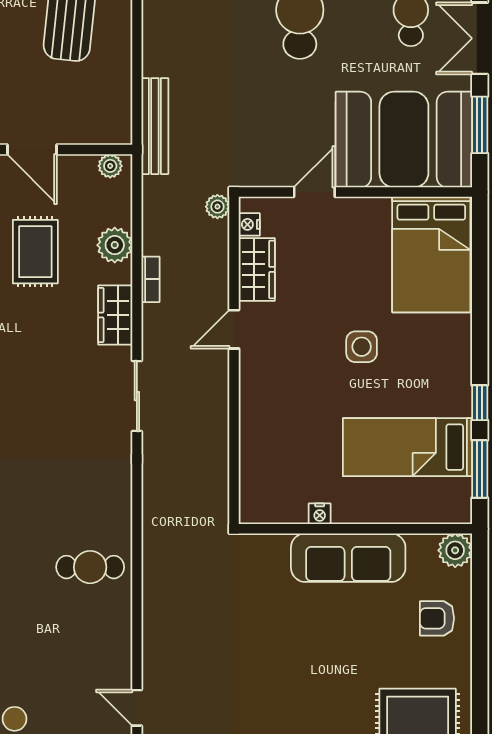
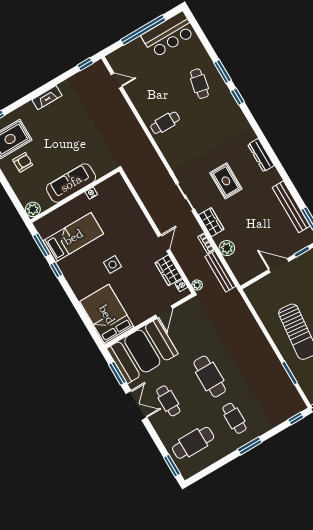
bench: (155, 126) -> (220, 271), moved
plant: (110, 166) -> (246, 277), removed
rug: (35, 252) -> (226, 181), moved
armchair: (437, 618) -> (23, 162), moved

